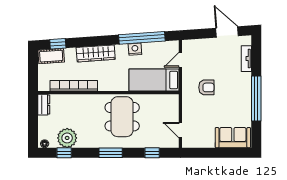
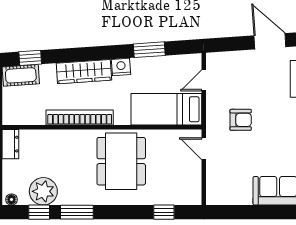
window: (142, 38) -> (149, 50), width x0.47
nightstand: (135, 49) -> (121, 67), moved
bookcase: (74, 86) -> (80, 118), moved
door: (180, 130) -> (204, 149), moved
window: (111, 153) -> (77, 212), moved

